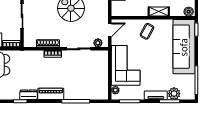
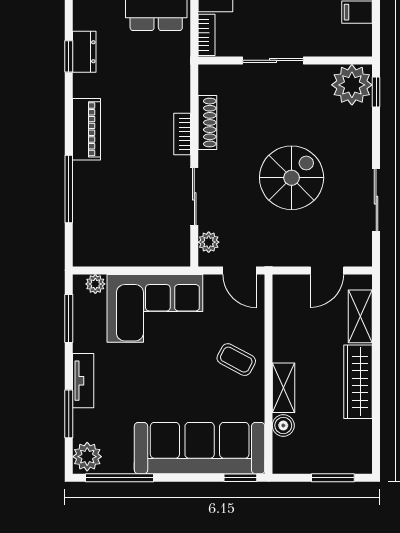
boiler: (189, 12) -> (283, 425), moved
plant: (174, 94) -> (87, 457), moved
dresser: (28, 95) -> (84, 52), moved

